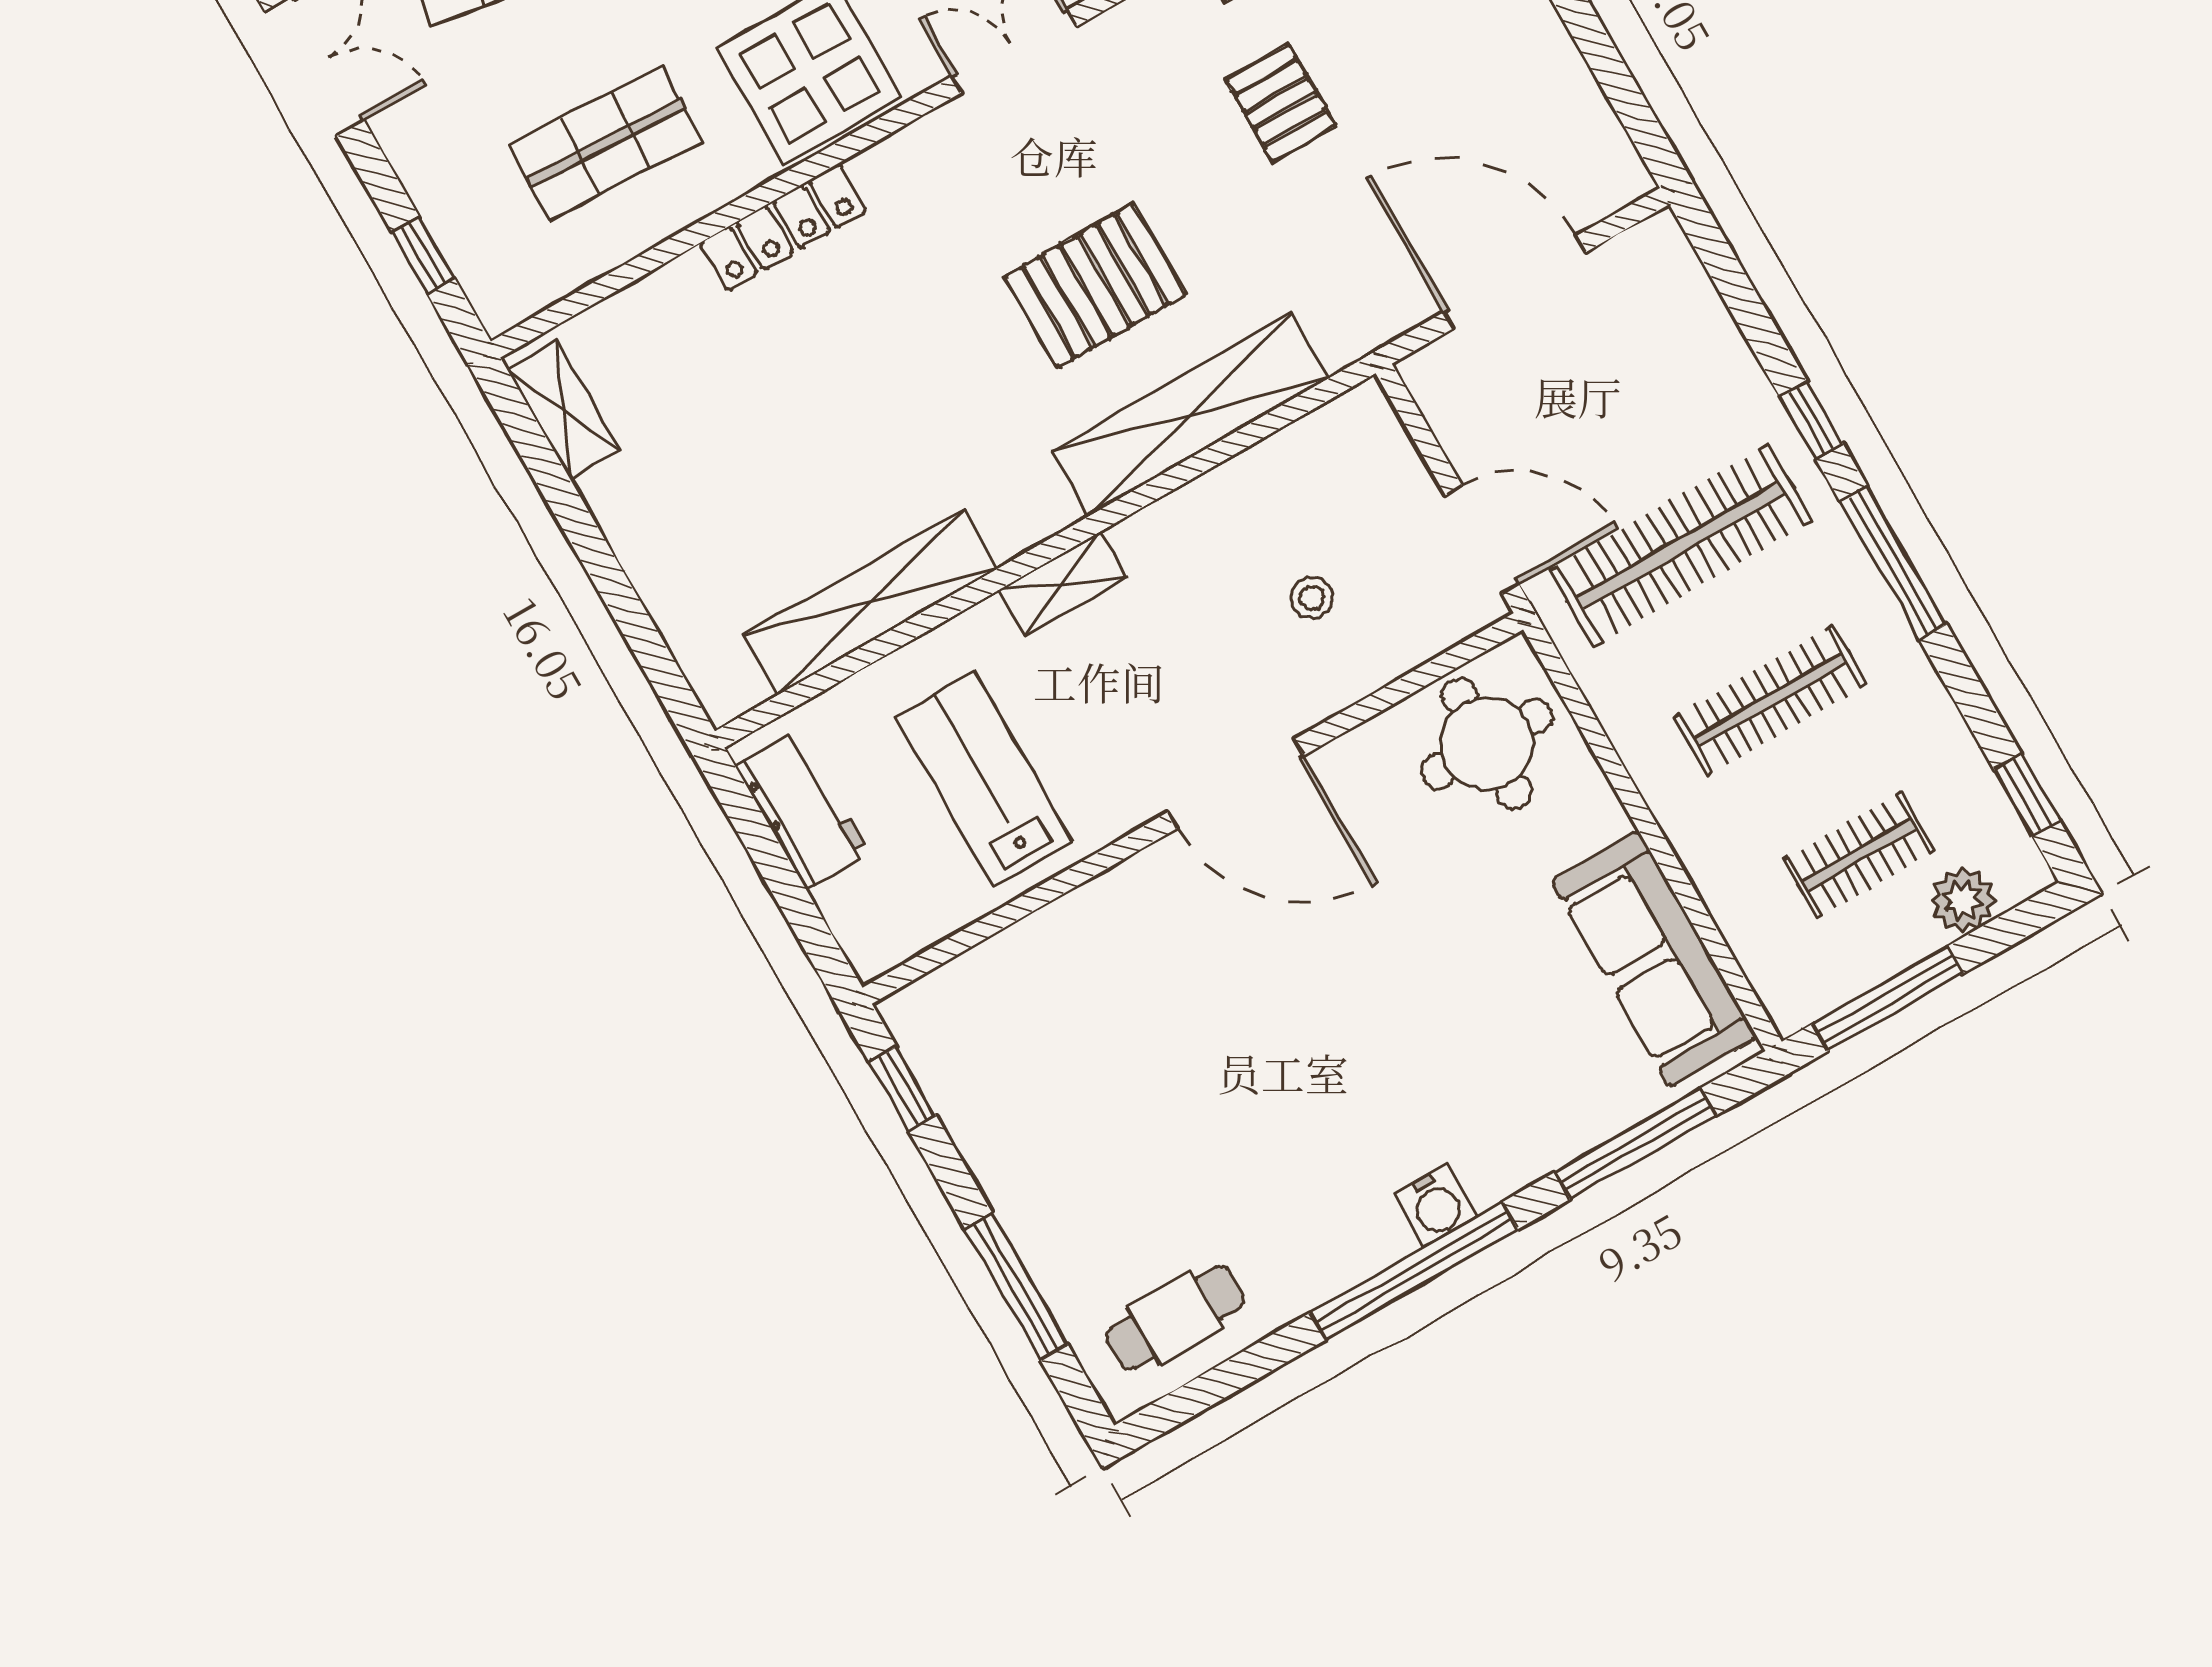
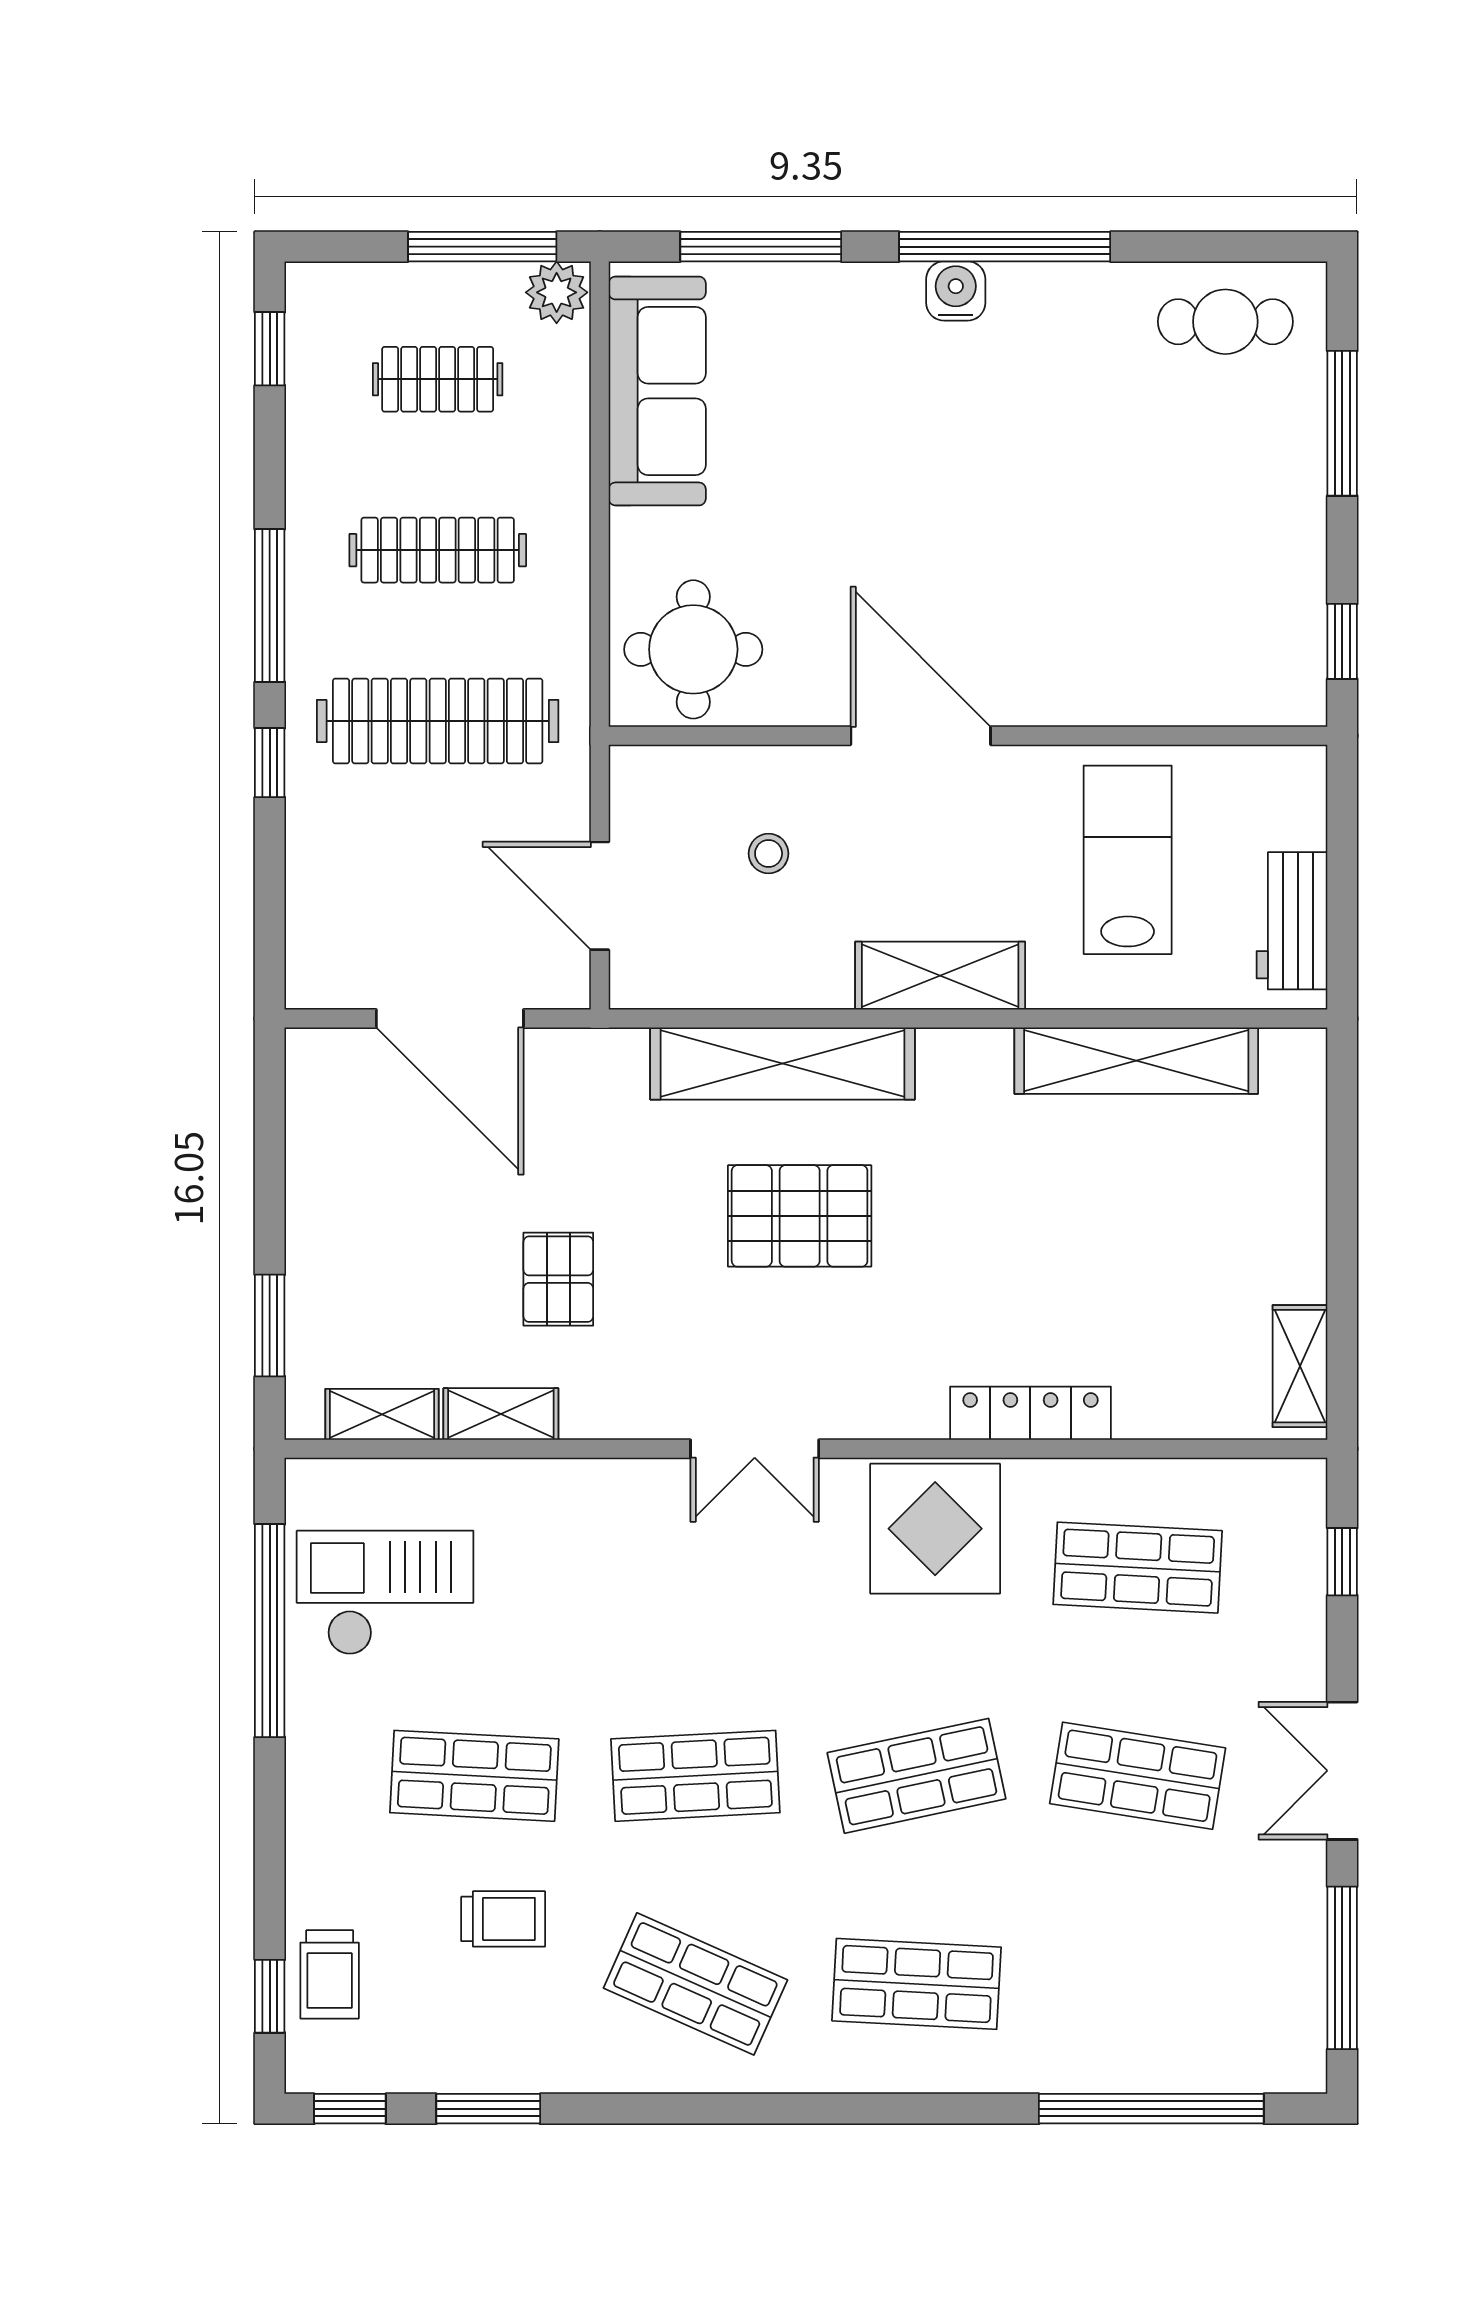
door: (1482, 540) -> (600, 896), moved
shelving: (1063, 584) -> (940, 976), width x1.50, depth x1.33
lab bench: (983, 779) -> (1128, 860), turned 180
plant: (1963, 900) -> (557, 292), moved

